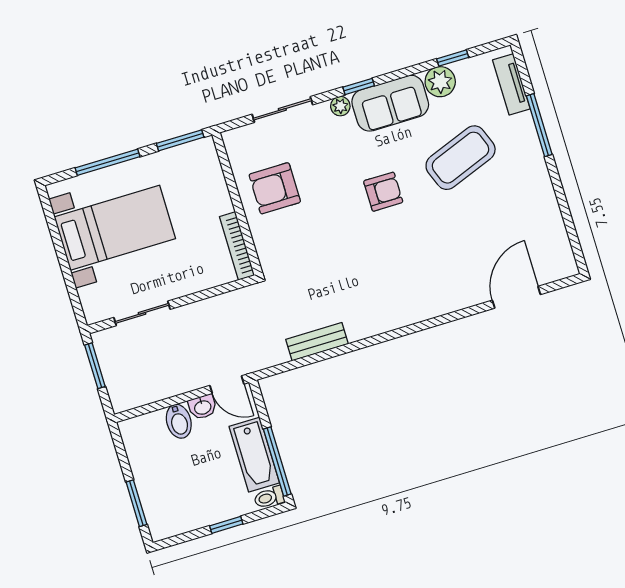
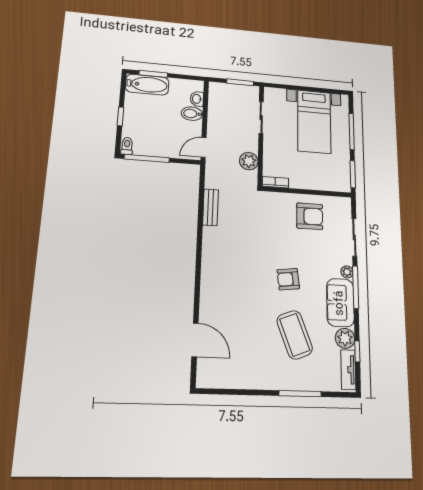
tv unit: (511, 84) -> (348, 370), moved, turned -90
window: (359, 86) -> (356, 287), width x2.17
armchair: (275, 188) -> (310, 216), turned 90
armchair: (383, 192) -> (288, 279), turned 83
bookcase: (237, 246) -> (275, 182), width x0.64
plant: (222, 309) -> (249, 161), added
washbasin: (203, 407) -> (197, 99), moved
bathtub: (254, 455) -> (147, 85), moved, turned 180

